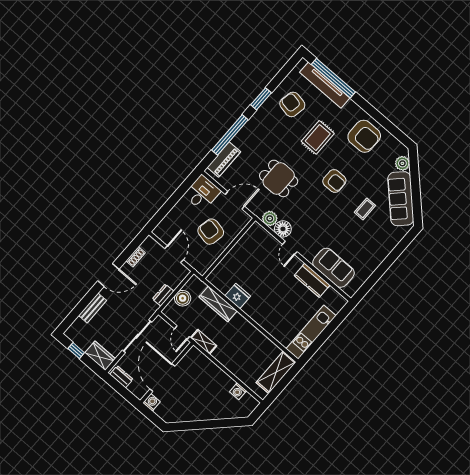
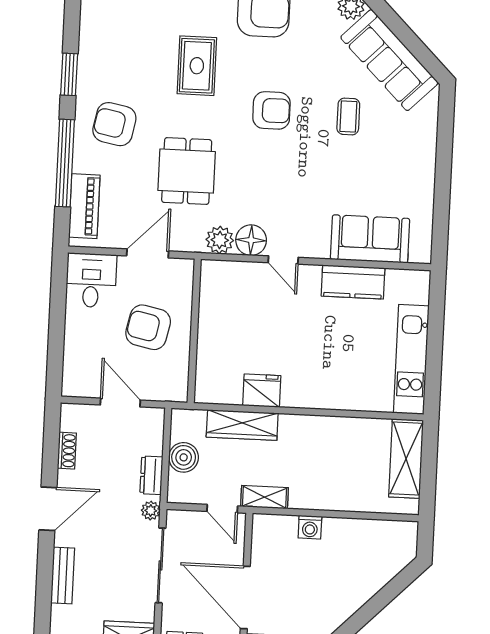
armchair: (292, 104) -> (114, 124), moved
dining table: (279, 178) -> (187, 171), turned 90
plant: (151, 310) -> (151, 511), added
washing machine: (238, 391) -> (310, 527), moved

